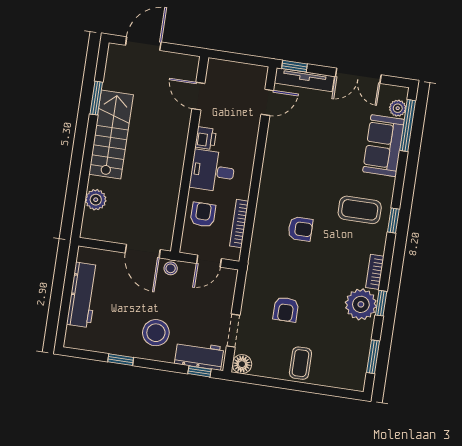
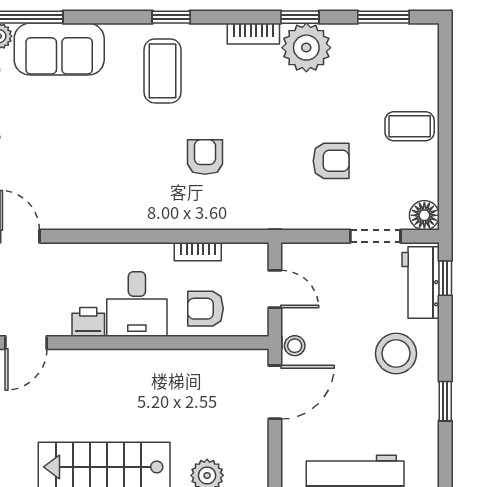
bookcase: (239, 224) -> (198, 252), width x0.64

